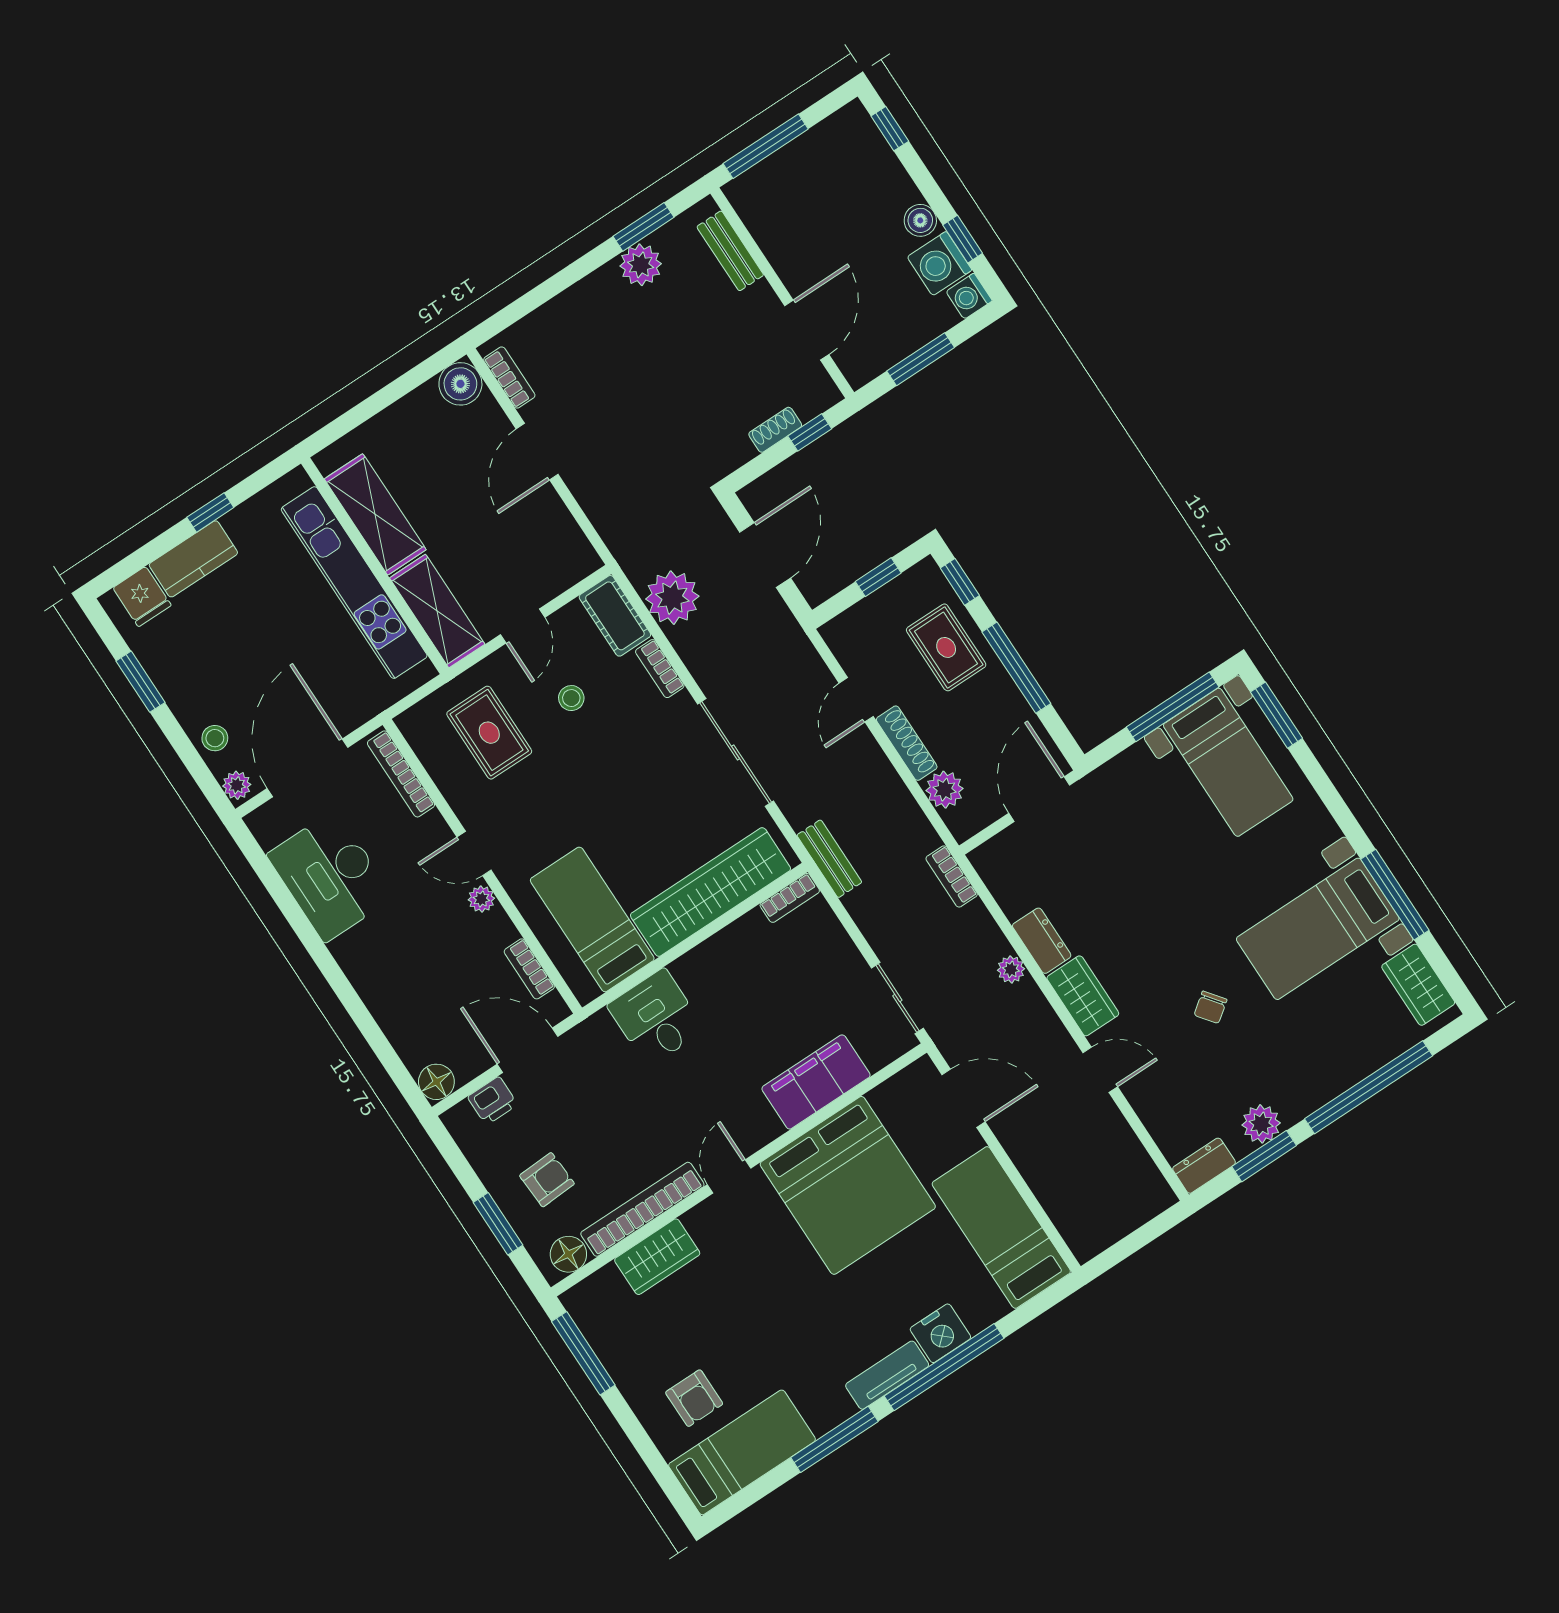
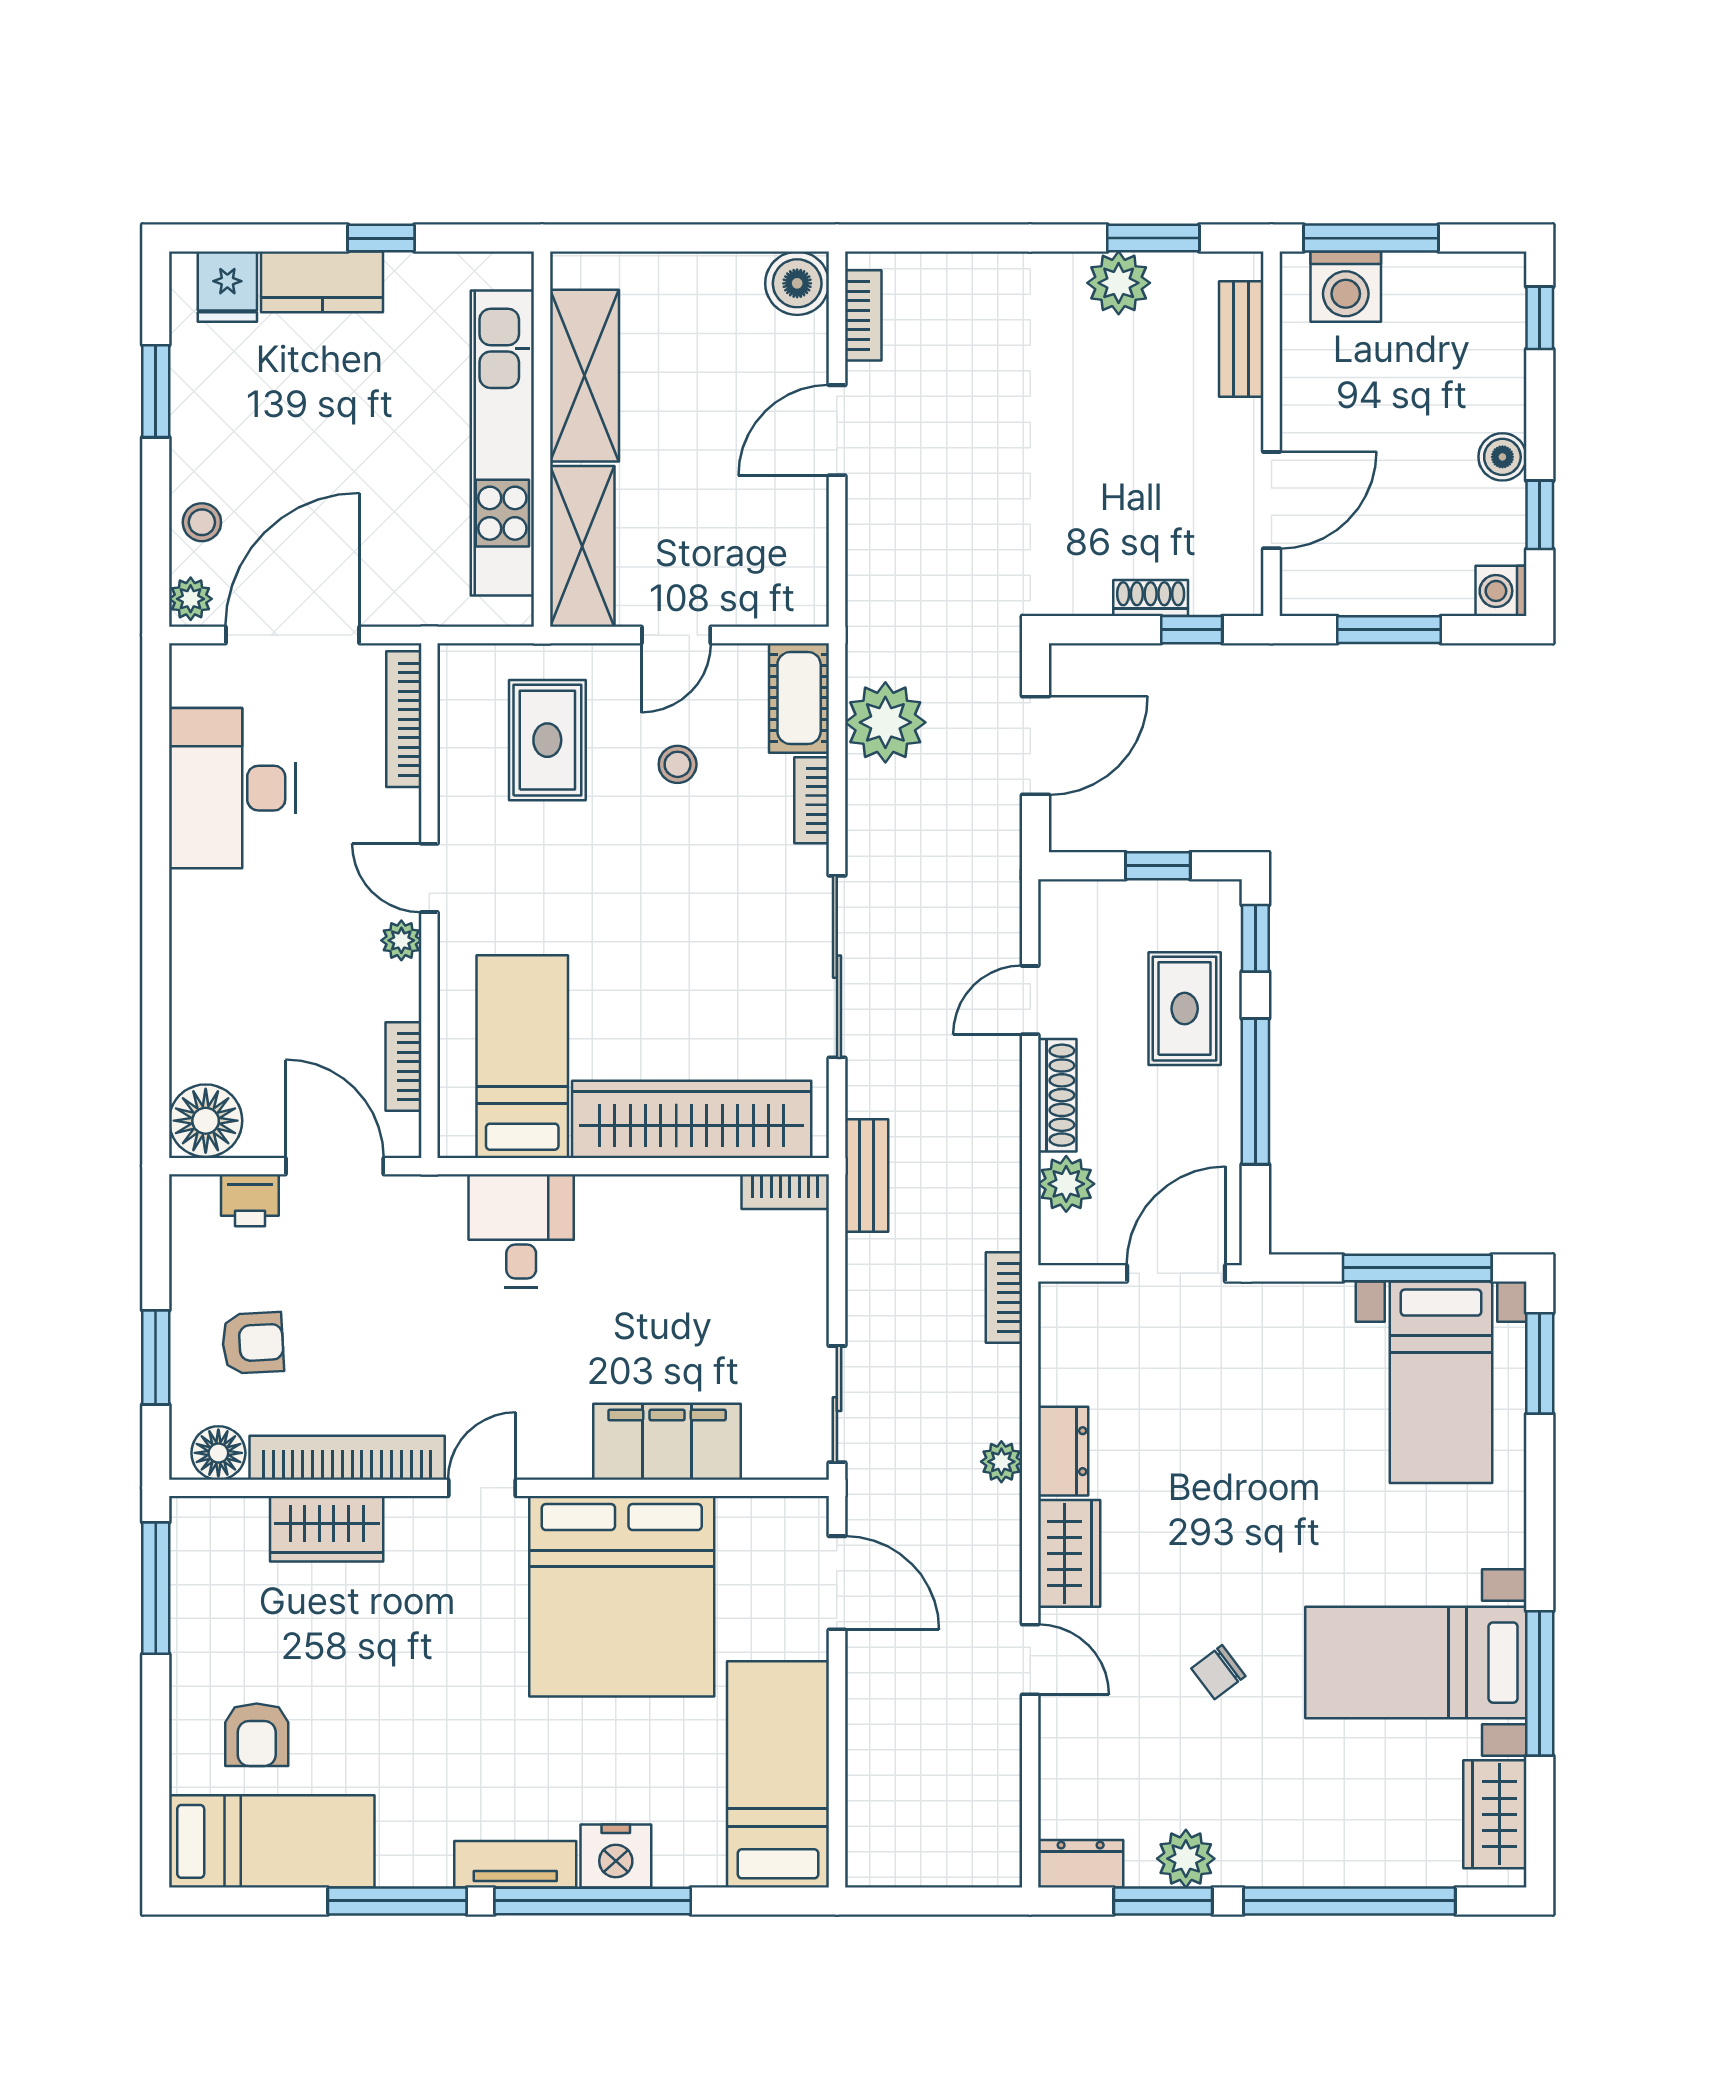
washing machine: (940, 263) -> (1346, 287), moved, turned -90
floor lamp: (436, 1082) -> (206, 1121), width x1.38, depth x1.38

